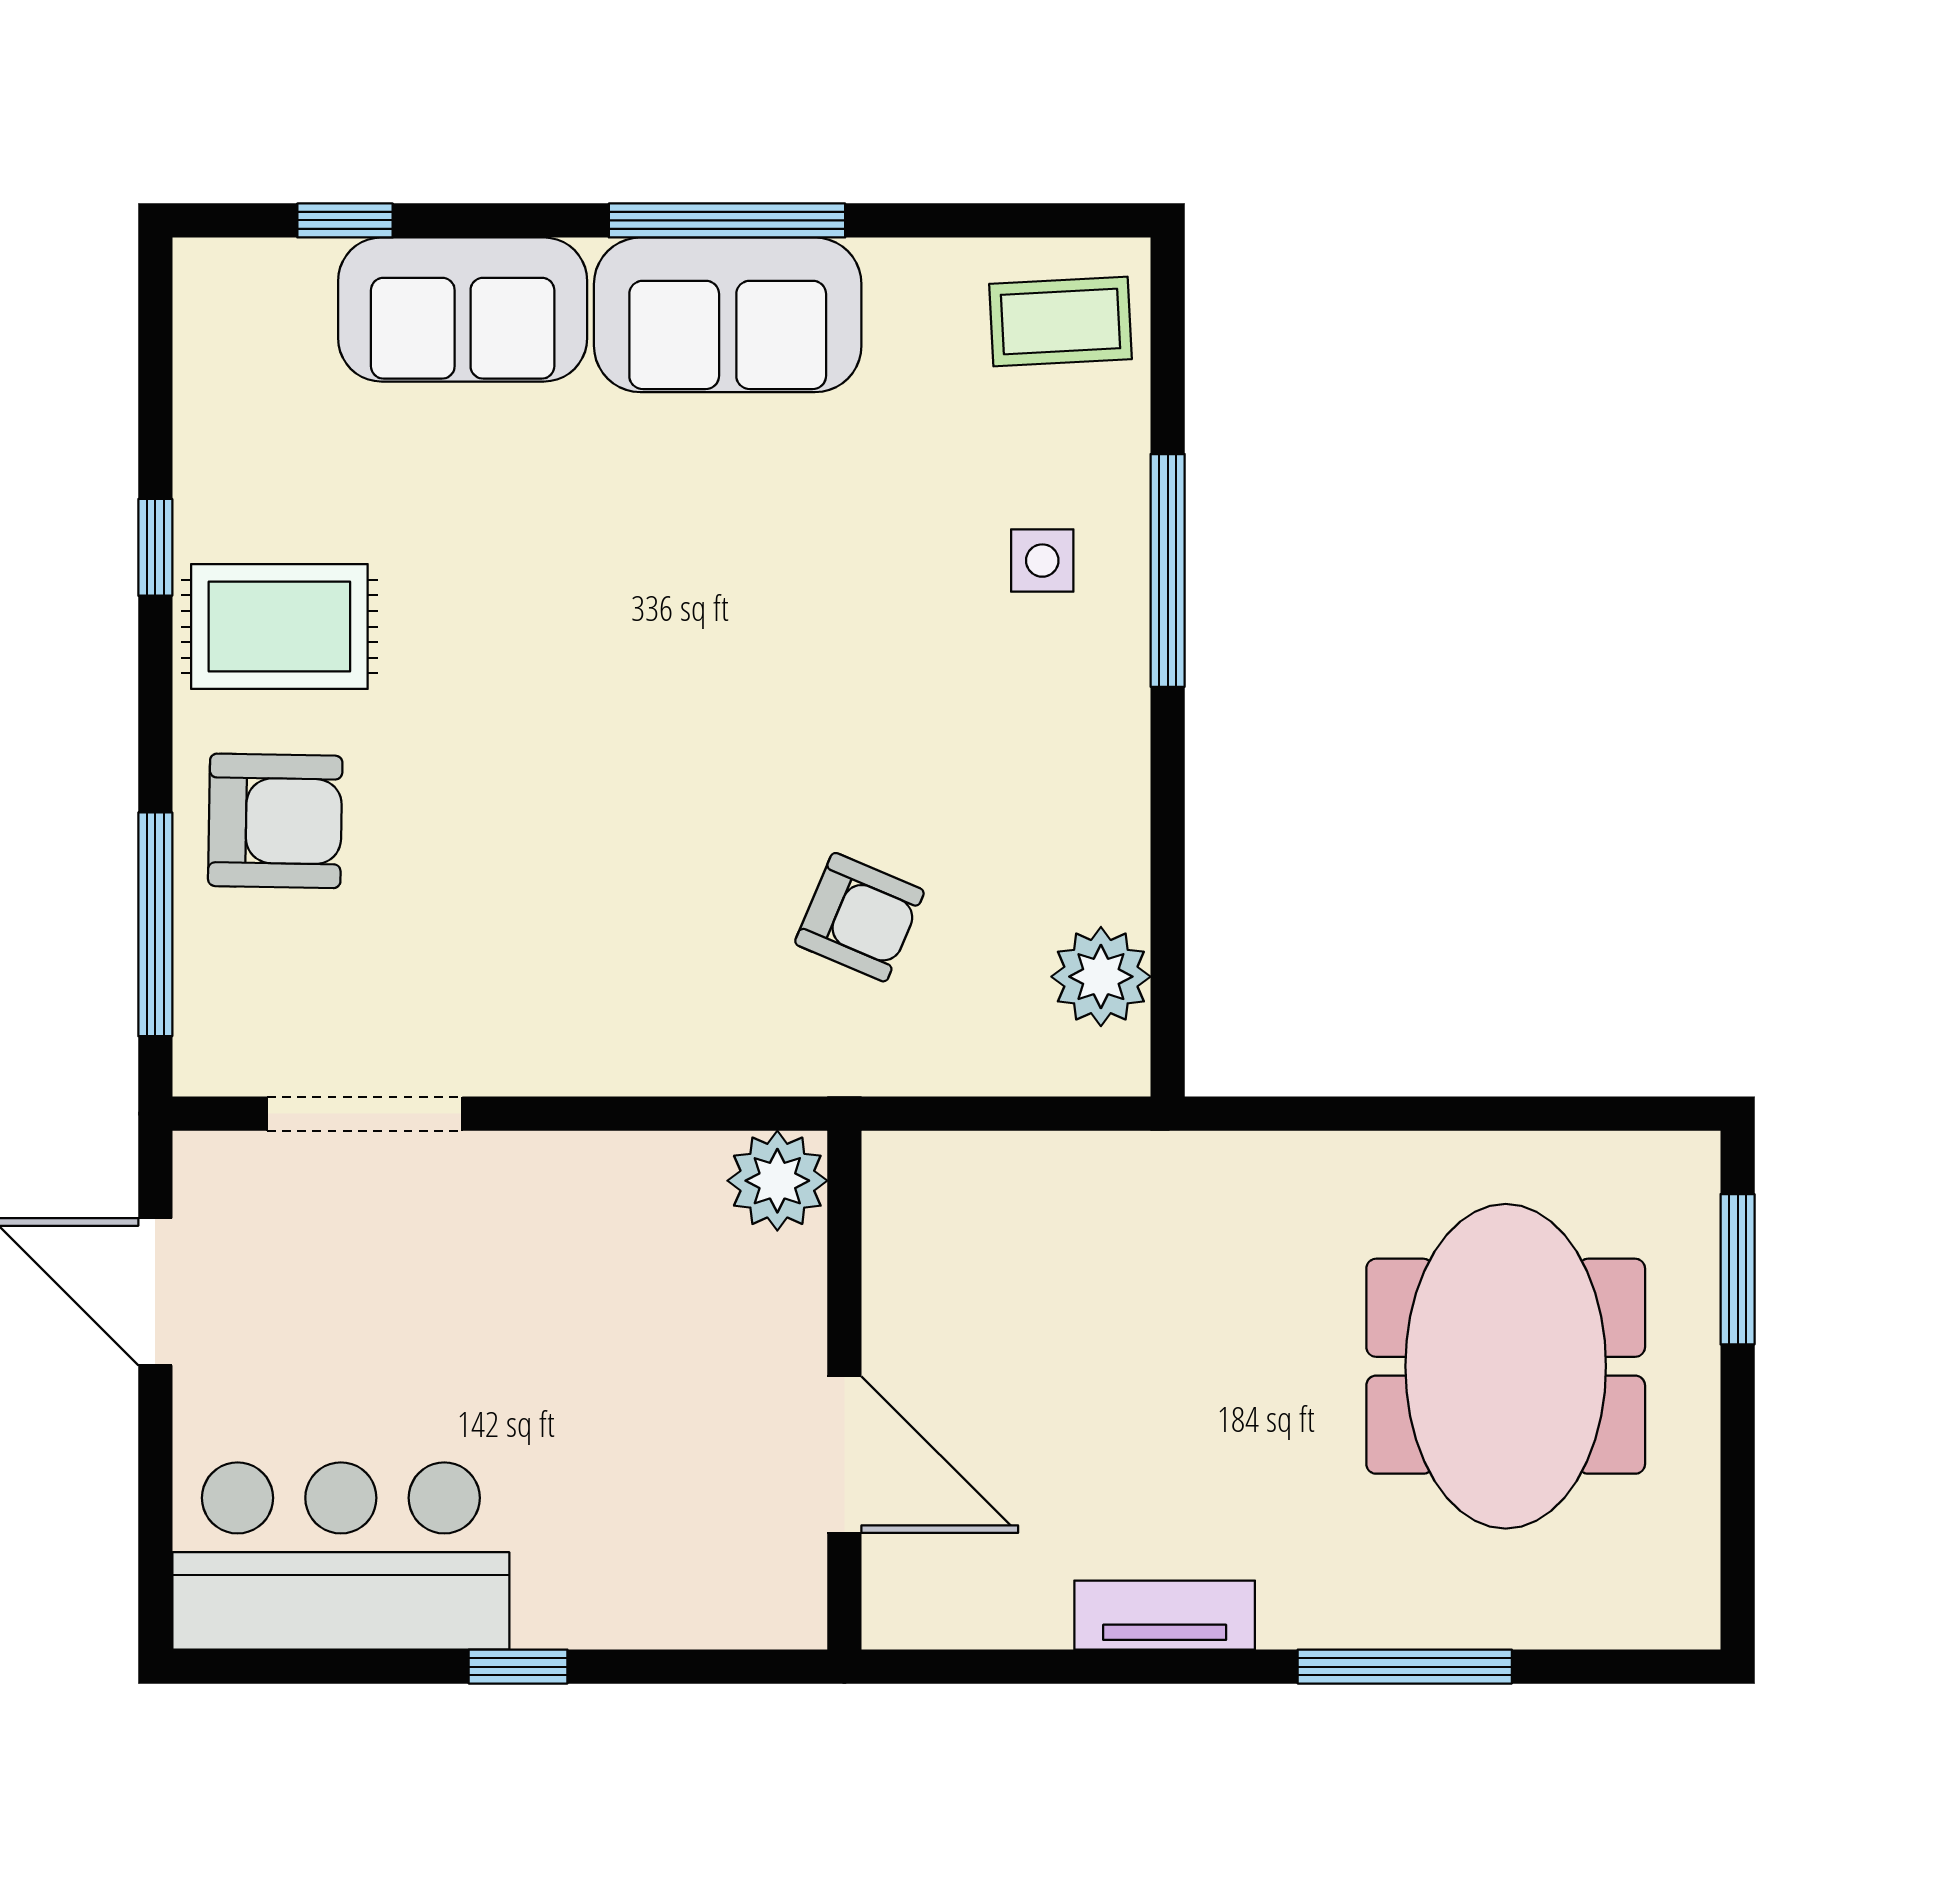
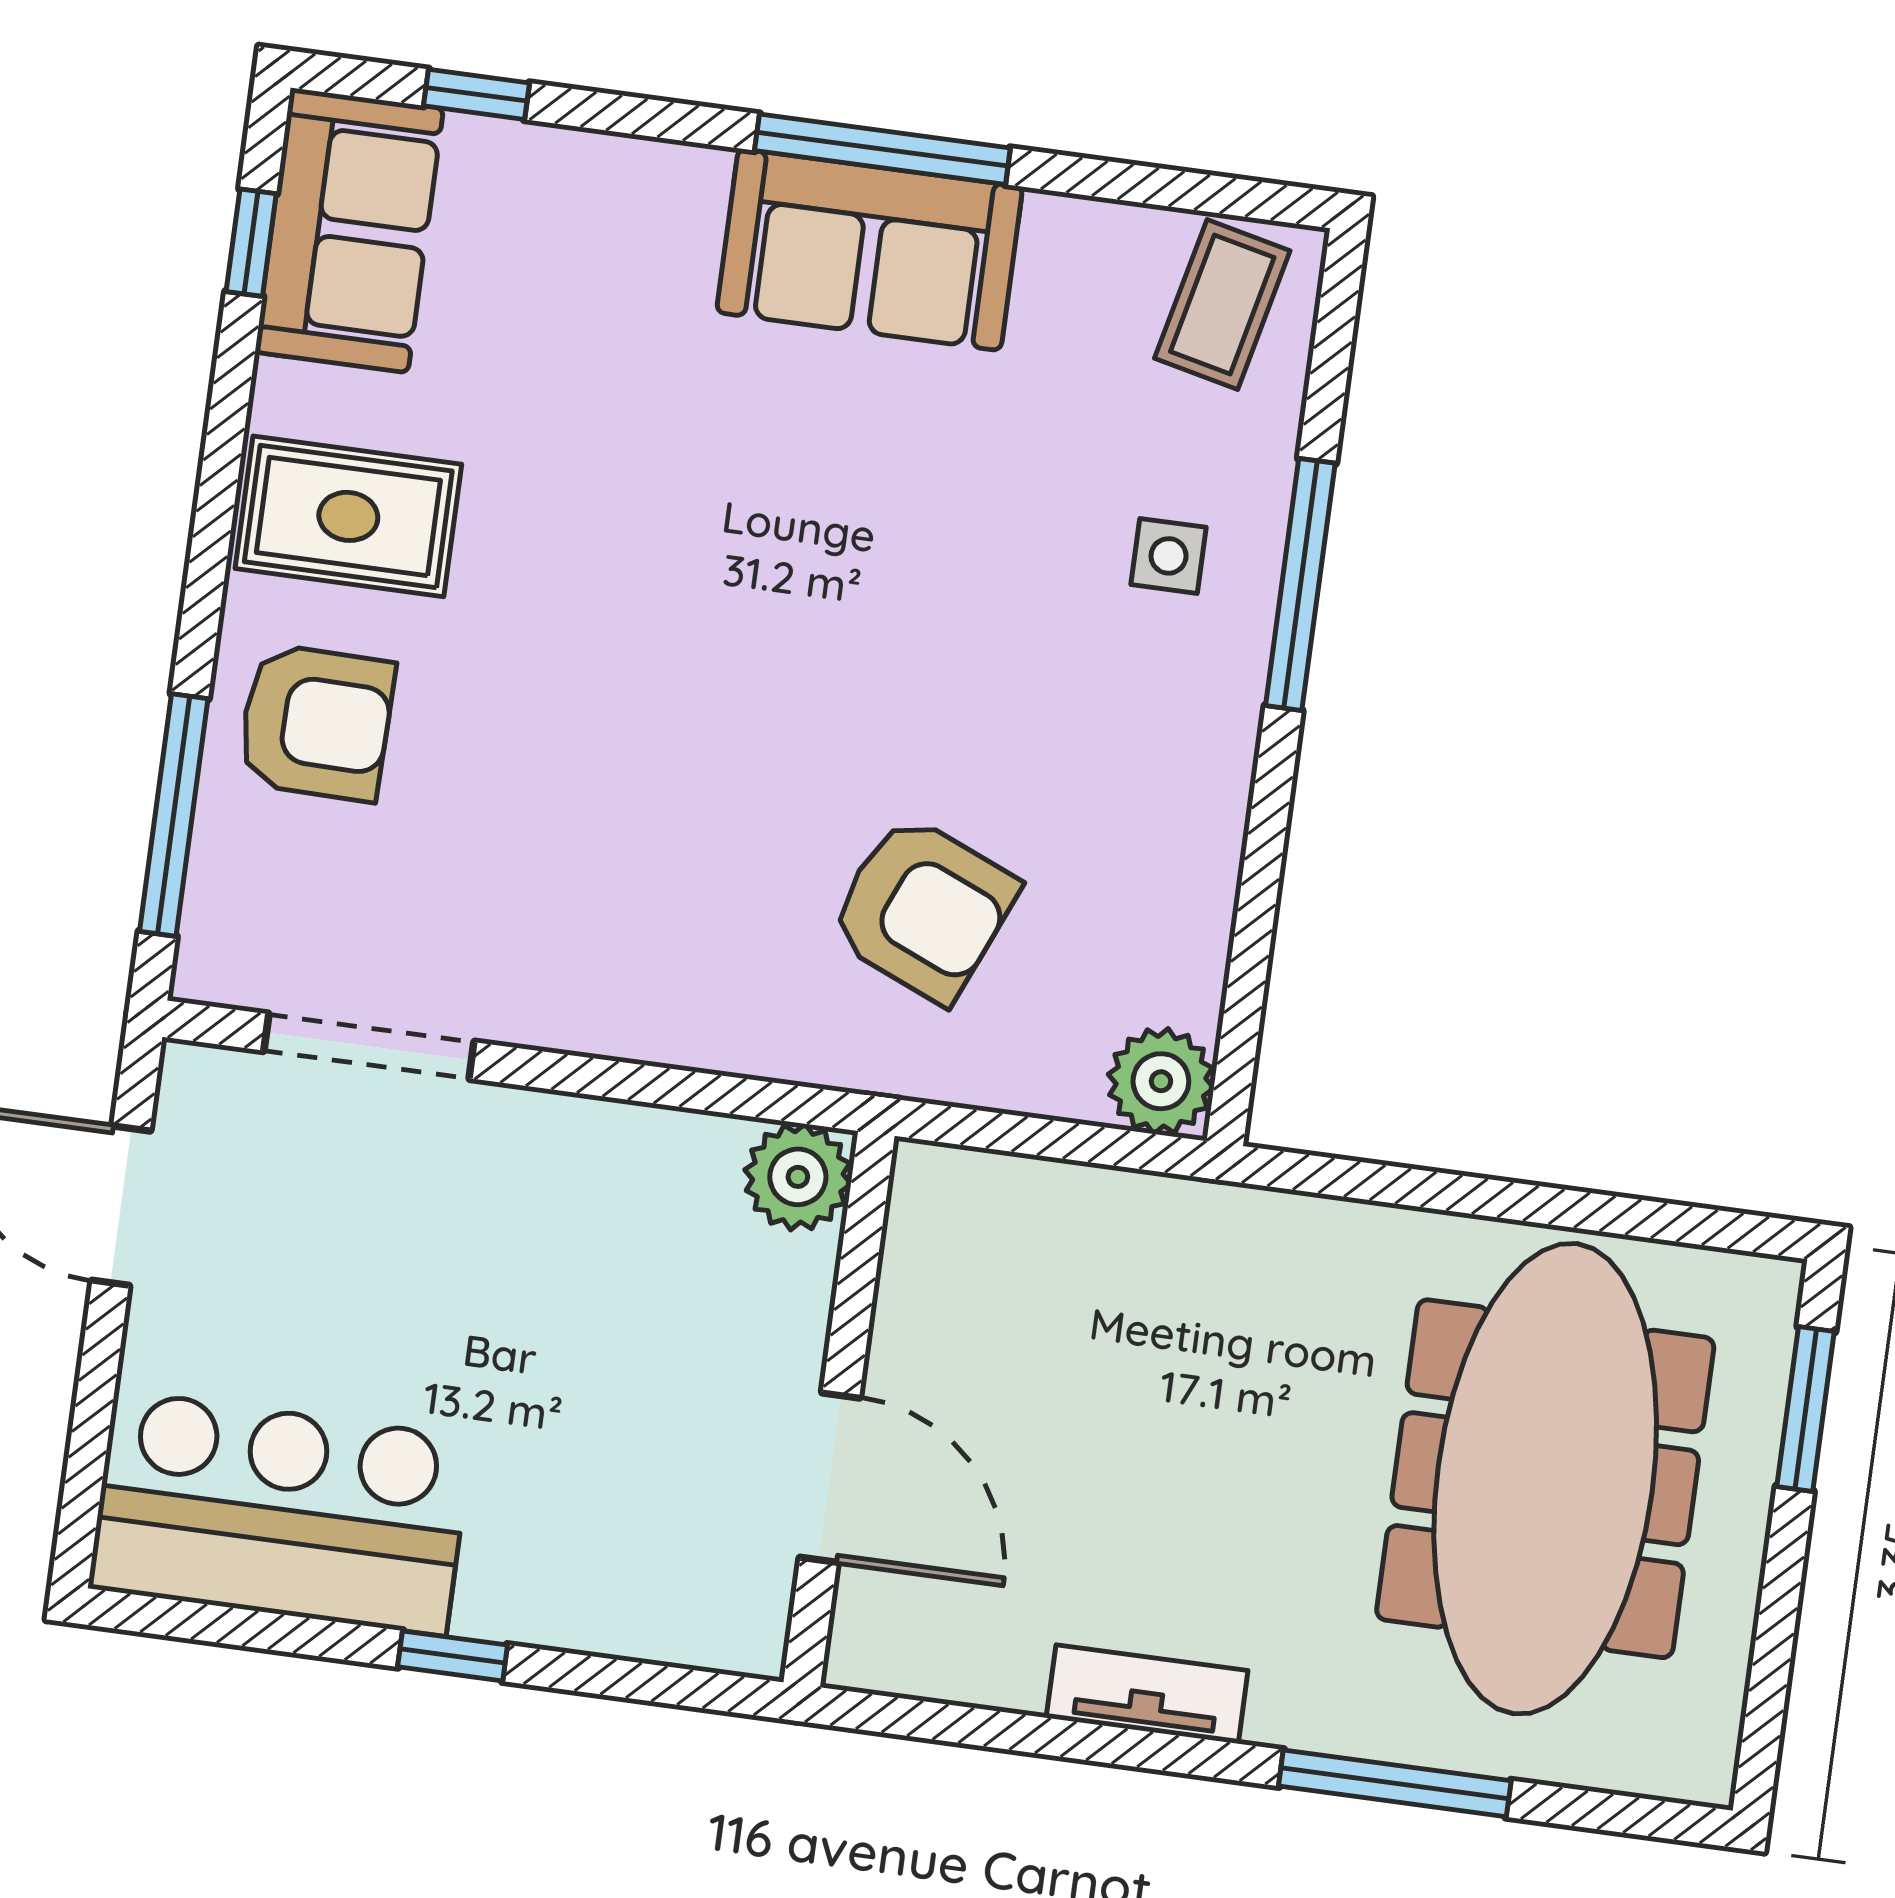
sofa: (463, 310) -> (349, 230), moved, turned -90
coffee table: (1060, 321) -> (1222, 305), turned -74
window: (155, 547) -> (251, 243), moved
armchair: (859, 917) -> (923, 909), width x1.38, depth x1.38
plant: (1101, 977) -> (1161, 1081), moved
meeting table: (1506, 1366) -> (1545, 1479), width x1.36

